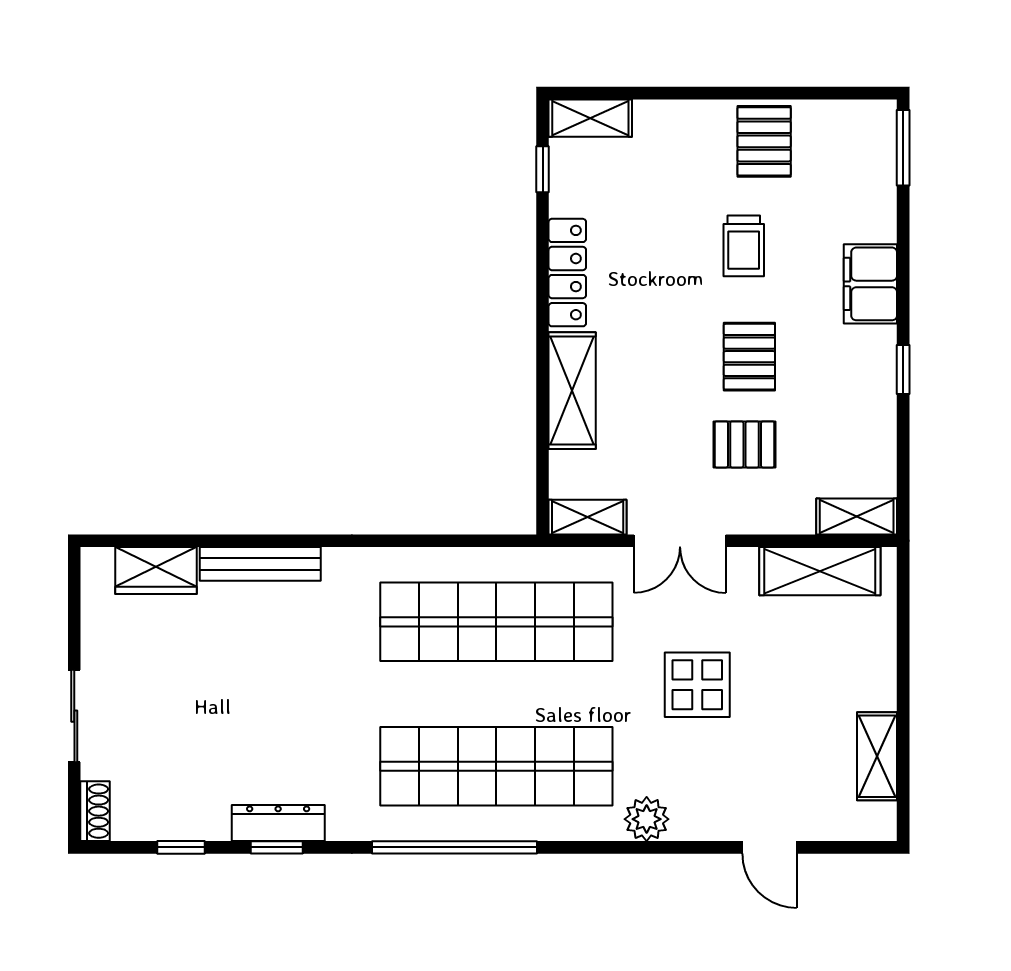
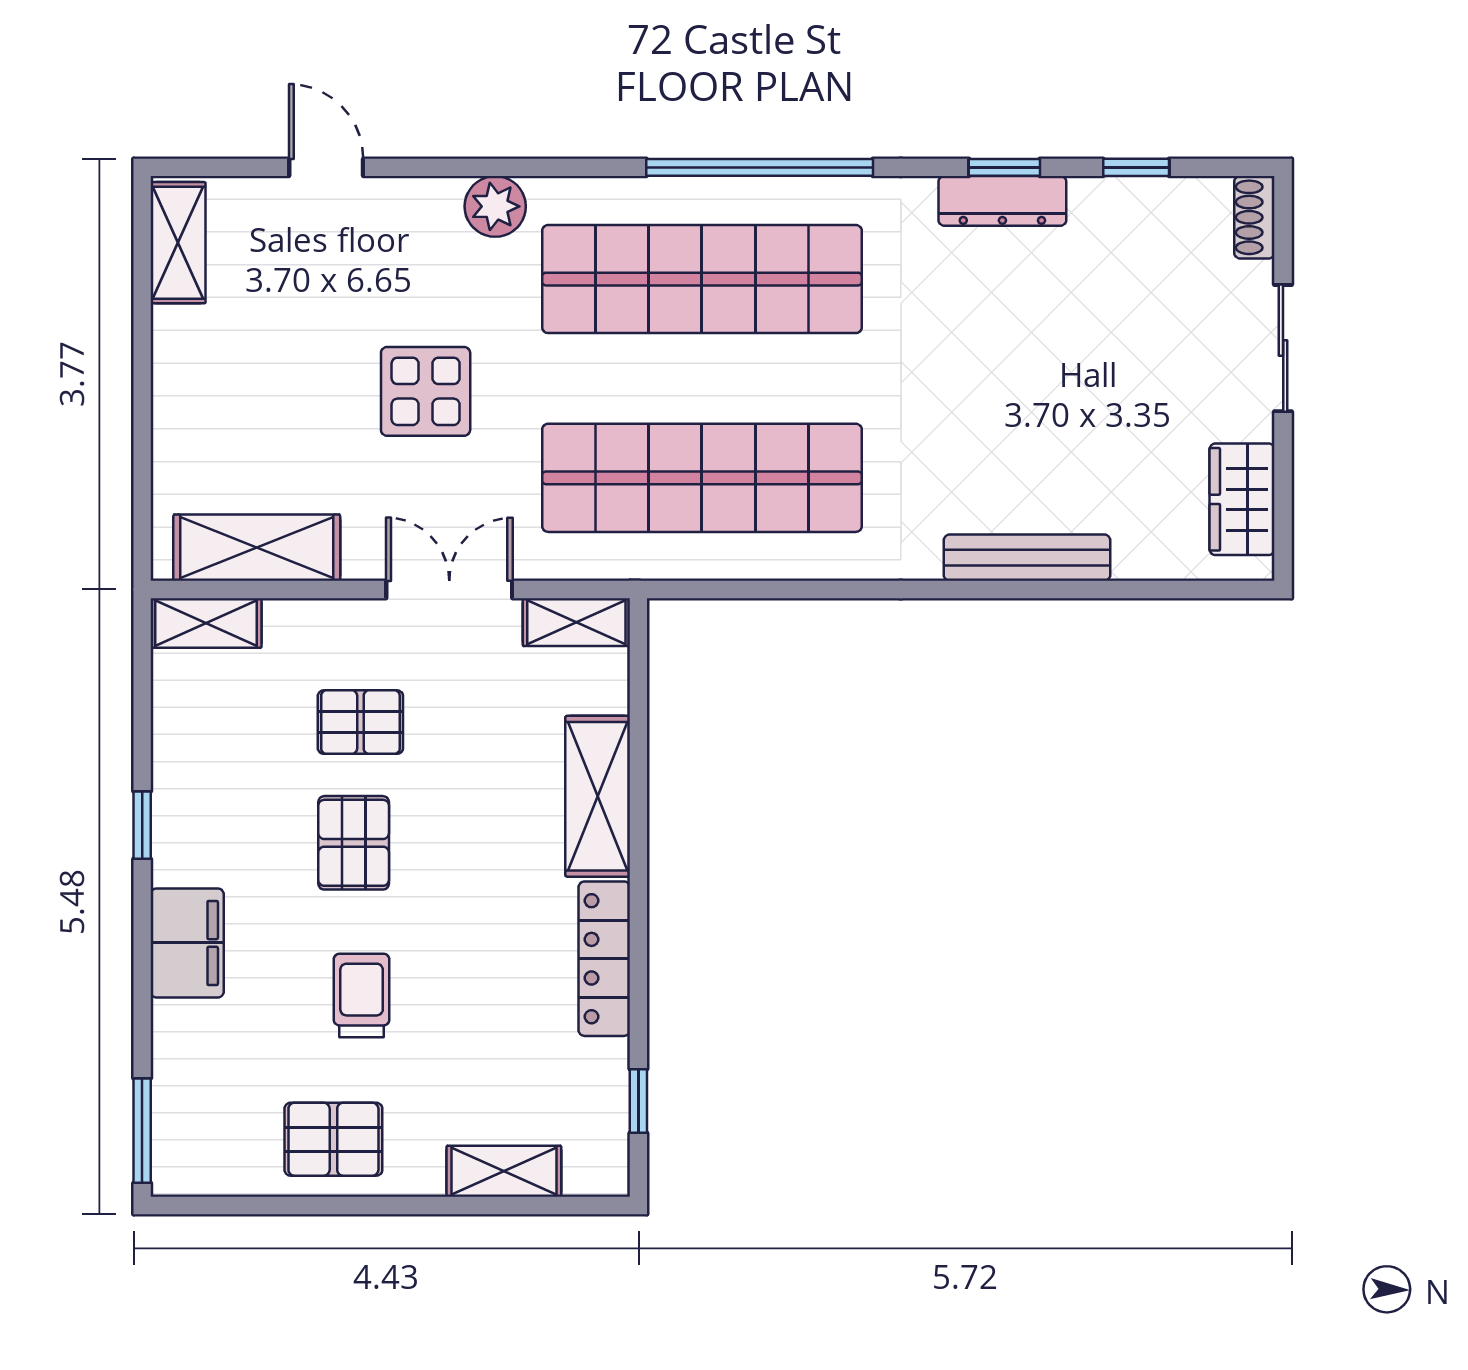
shelving: (590, 118) -> (504, 1171), moved
pallet: (764, 141) -> (333, 1139), turned 90
wardrobe: (156, 571) -> (1242, 499), moved, turned -90
shelving: (877, 756) -> (178, 243), moved

